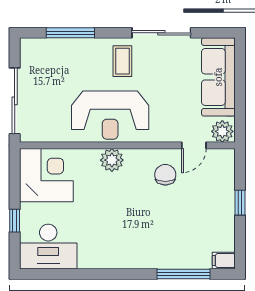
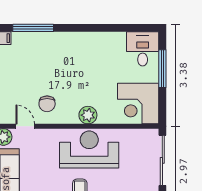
door: (194, 145) -> (25, 126), hinge flipped
window: (15, 221) -> (162, 69), width x2.17
desk: (48, 247) -> (143, 49), width x0.73

